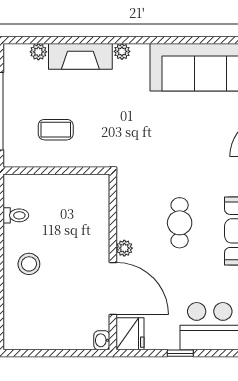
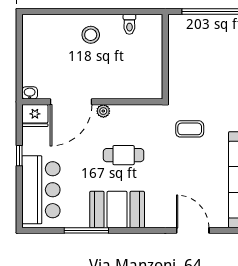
coffee table: (56, 130) -> (190, 129), moved, turned 90

